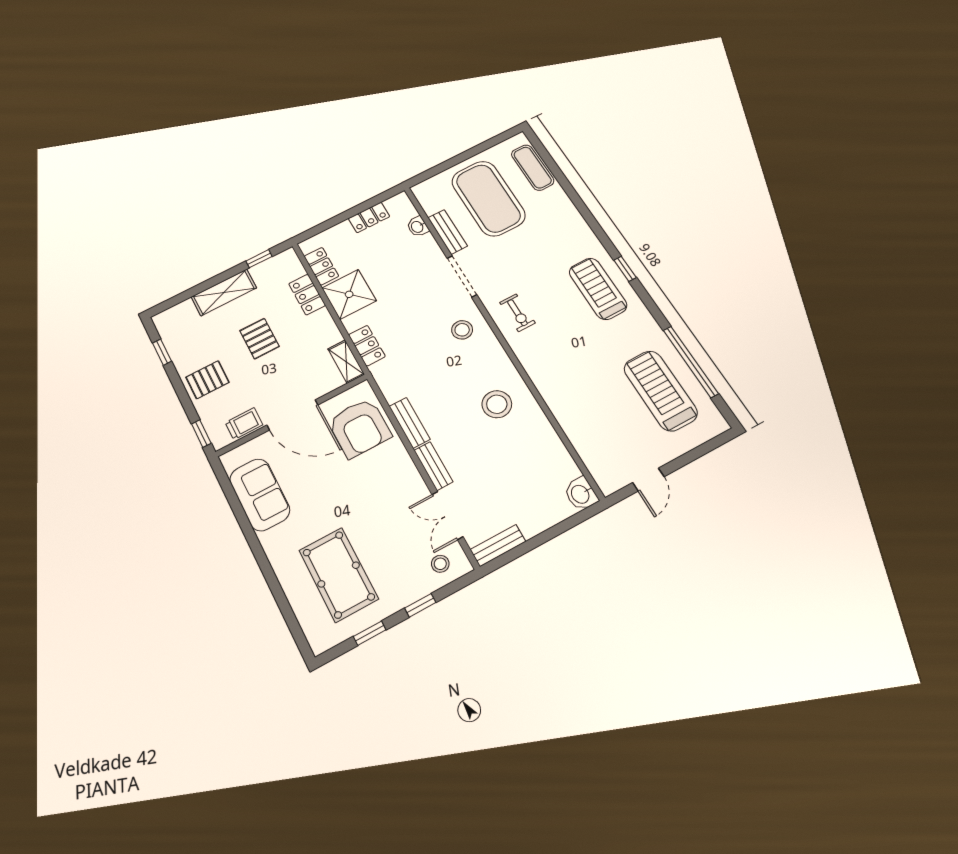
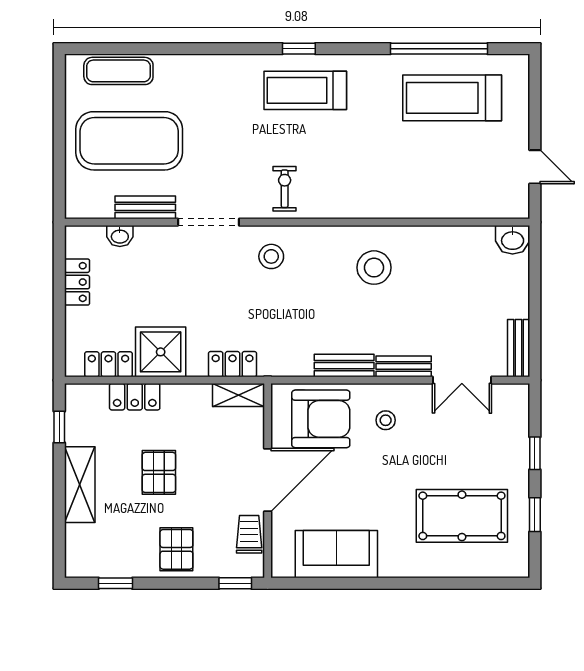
exercise bike: (517, 313) -> (285, 189), turned -90
pallet: (259, 339) -> (159, 472), turned 90
stool: (440, 564) -> (386, 420), moved

